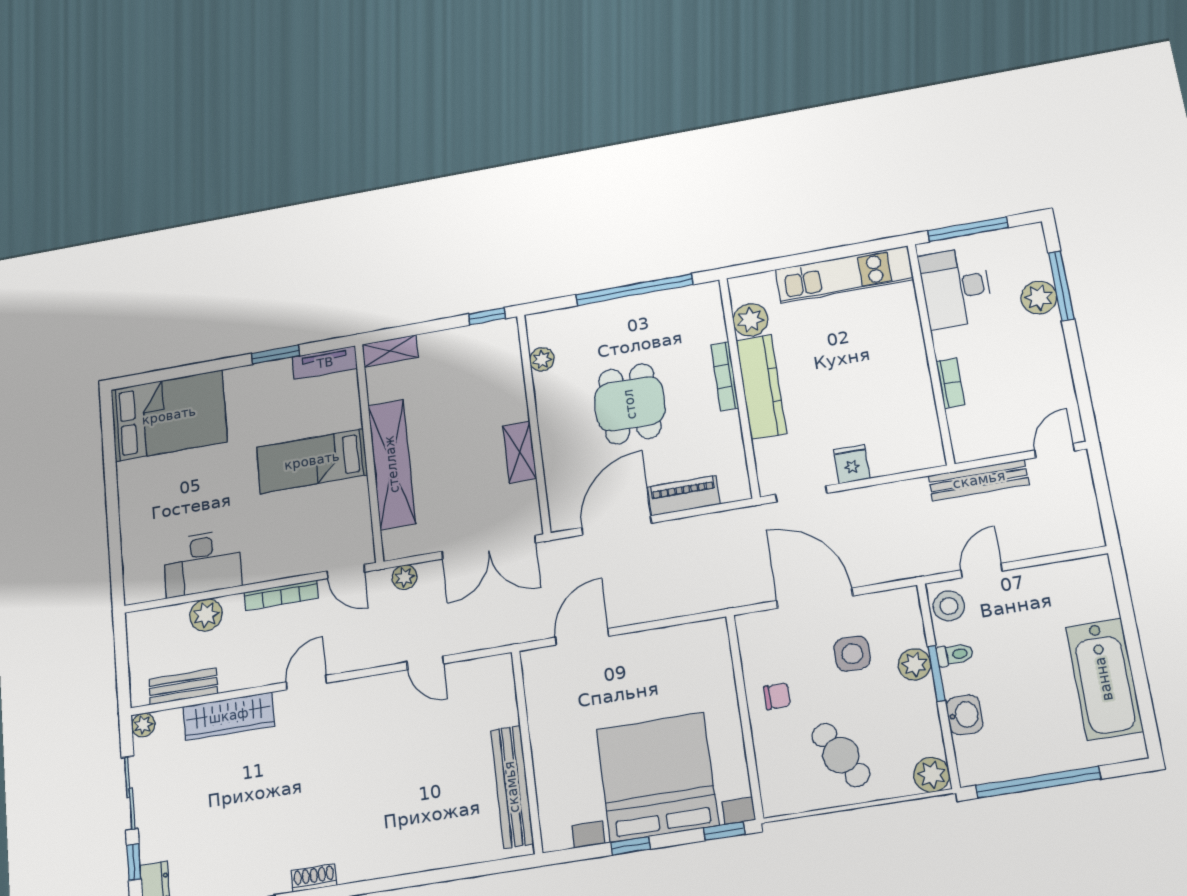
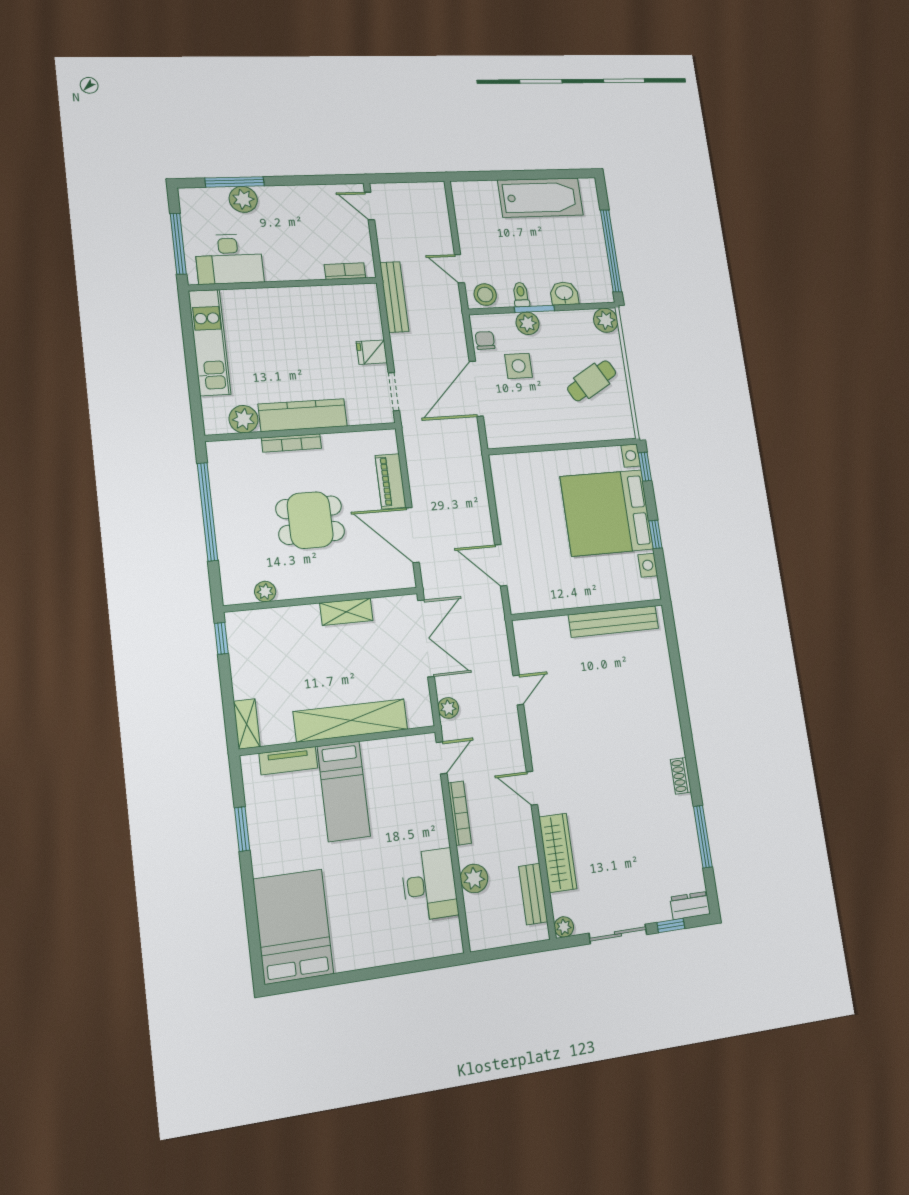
tv unit: (325, 363) -> (288, 761), moved, turned 90
bookcase: (951, 383) -> (345, 271), moved
bench: (979, 480) -> (394, 297), moved
chair: (777, 696) -> (485, 340), moved

